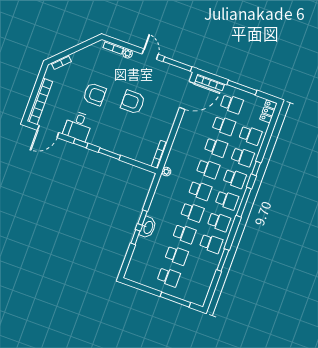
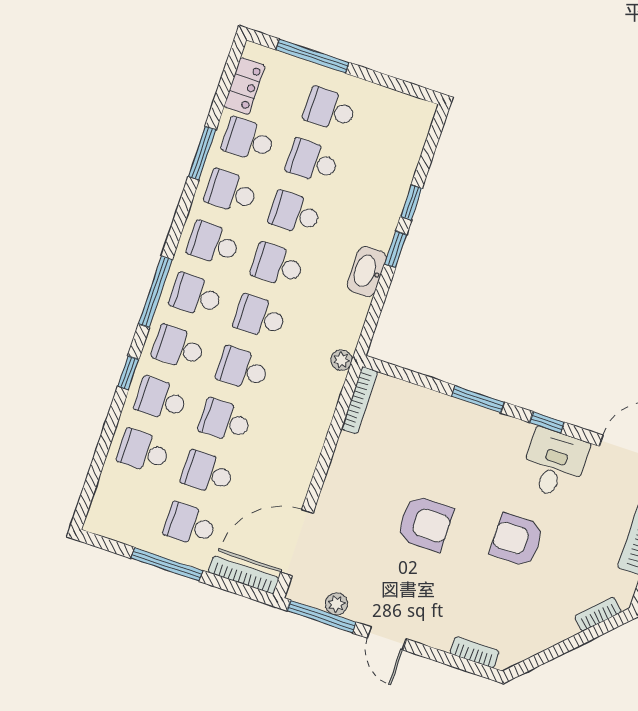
plant: (128, 53) -> (336, 604), moved
locker: (268, 111) -> (245, 86), moved
washbasin: (148, 227) -> (367, 272), moved
school desk: (203, 265) -> (248, 140), added

